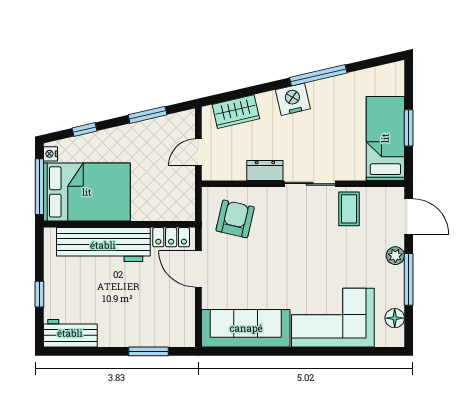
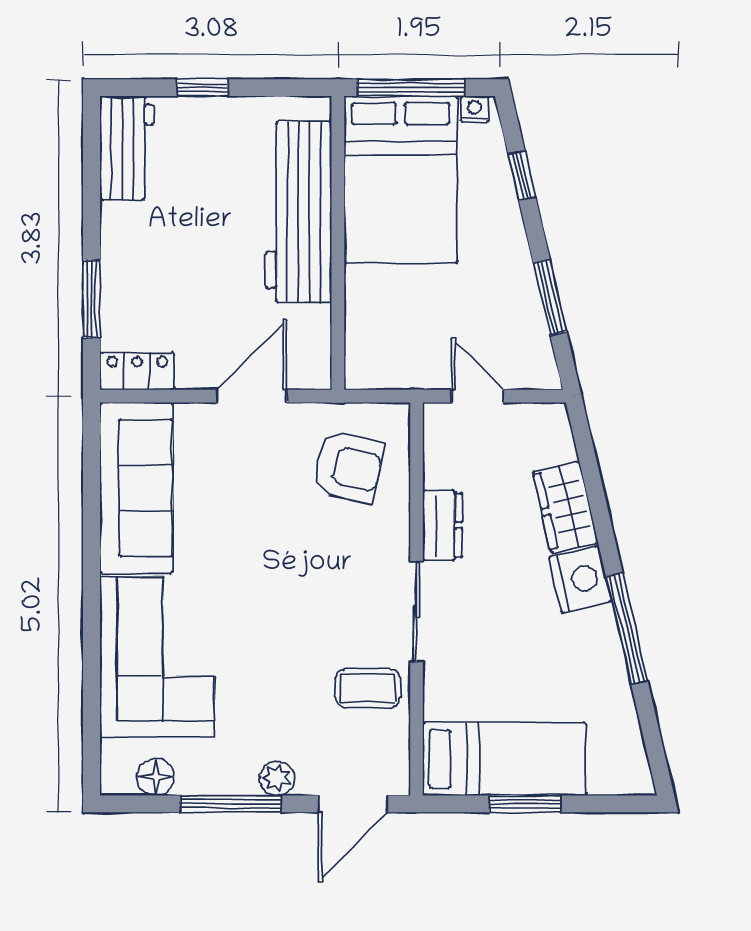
wardrobe: (236, 112) -> (565, 507), moved
locker: (171, 237) -> (137, 371), moved, turned 90

